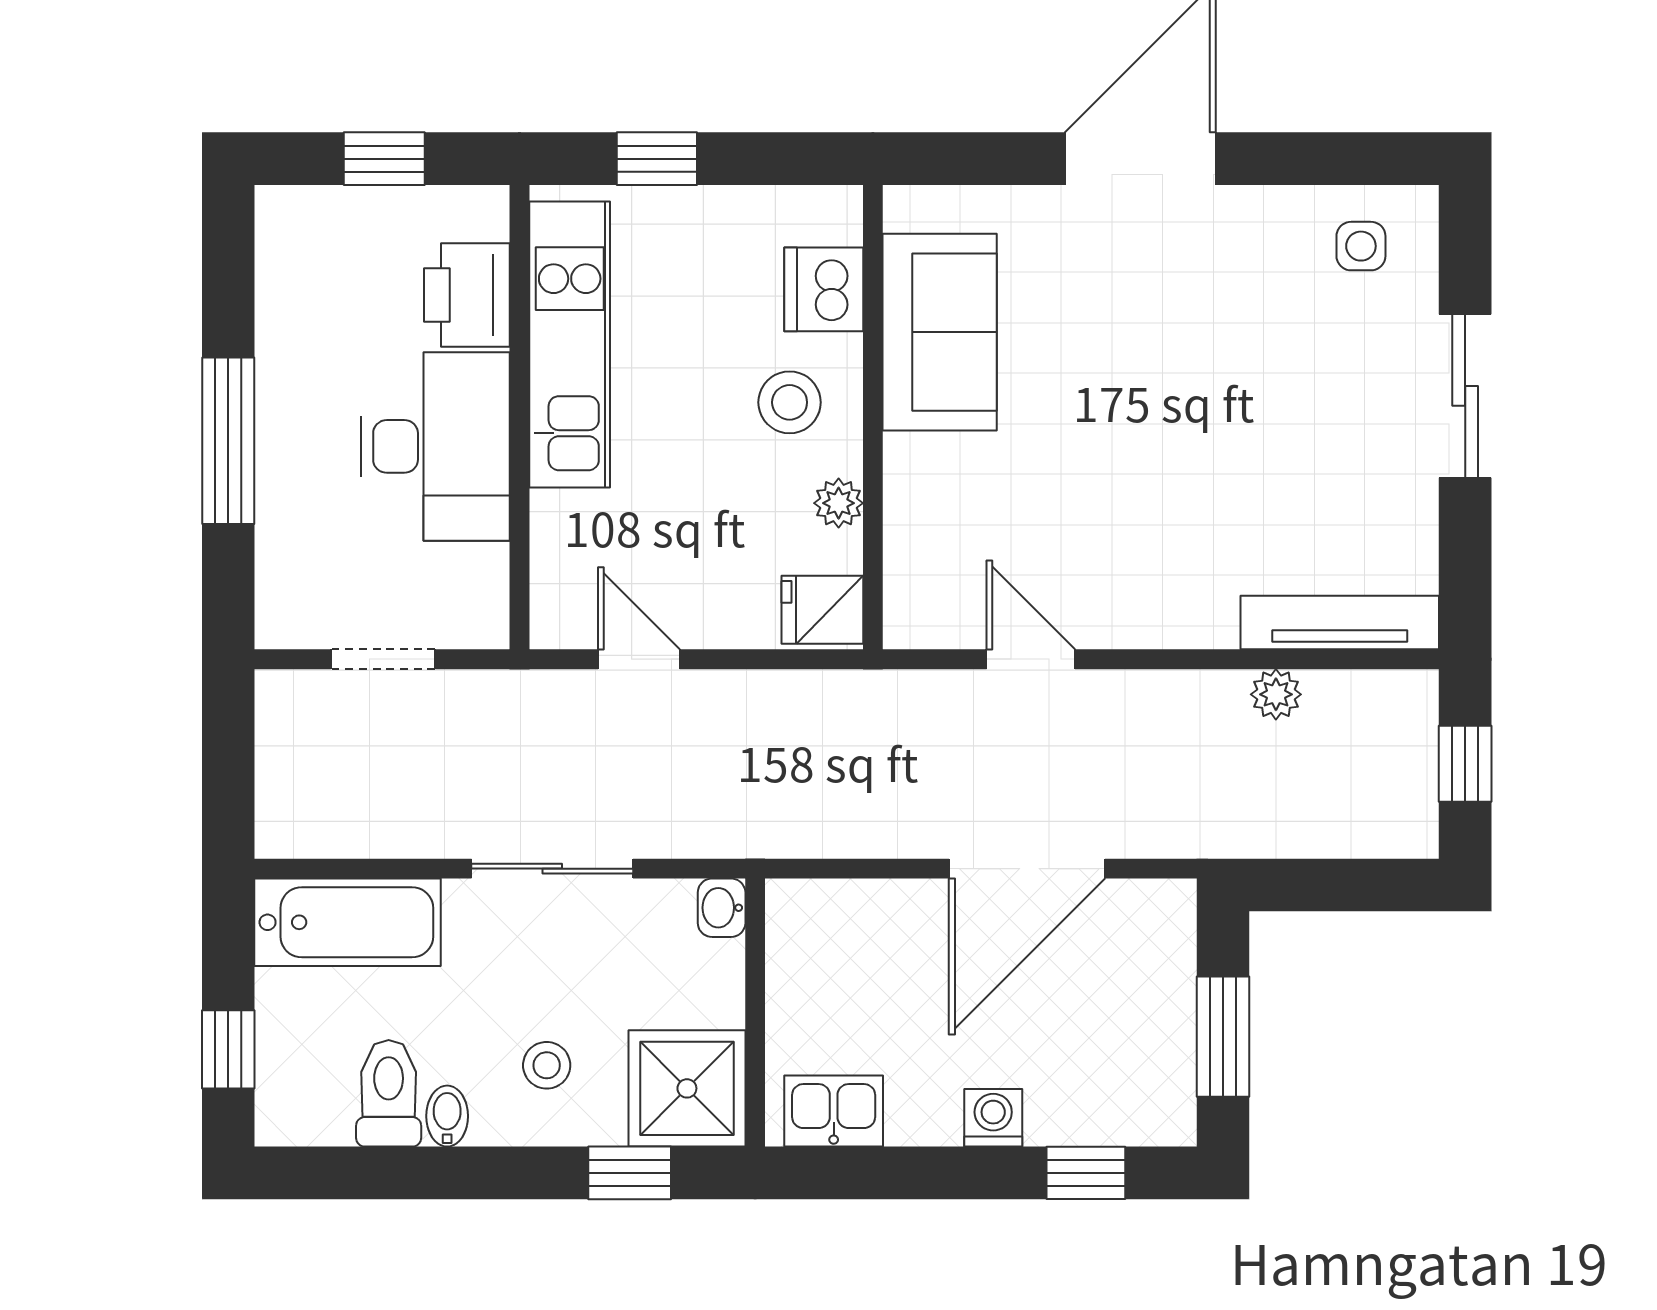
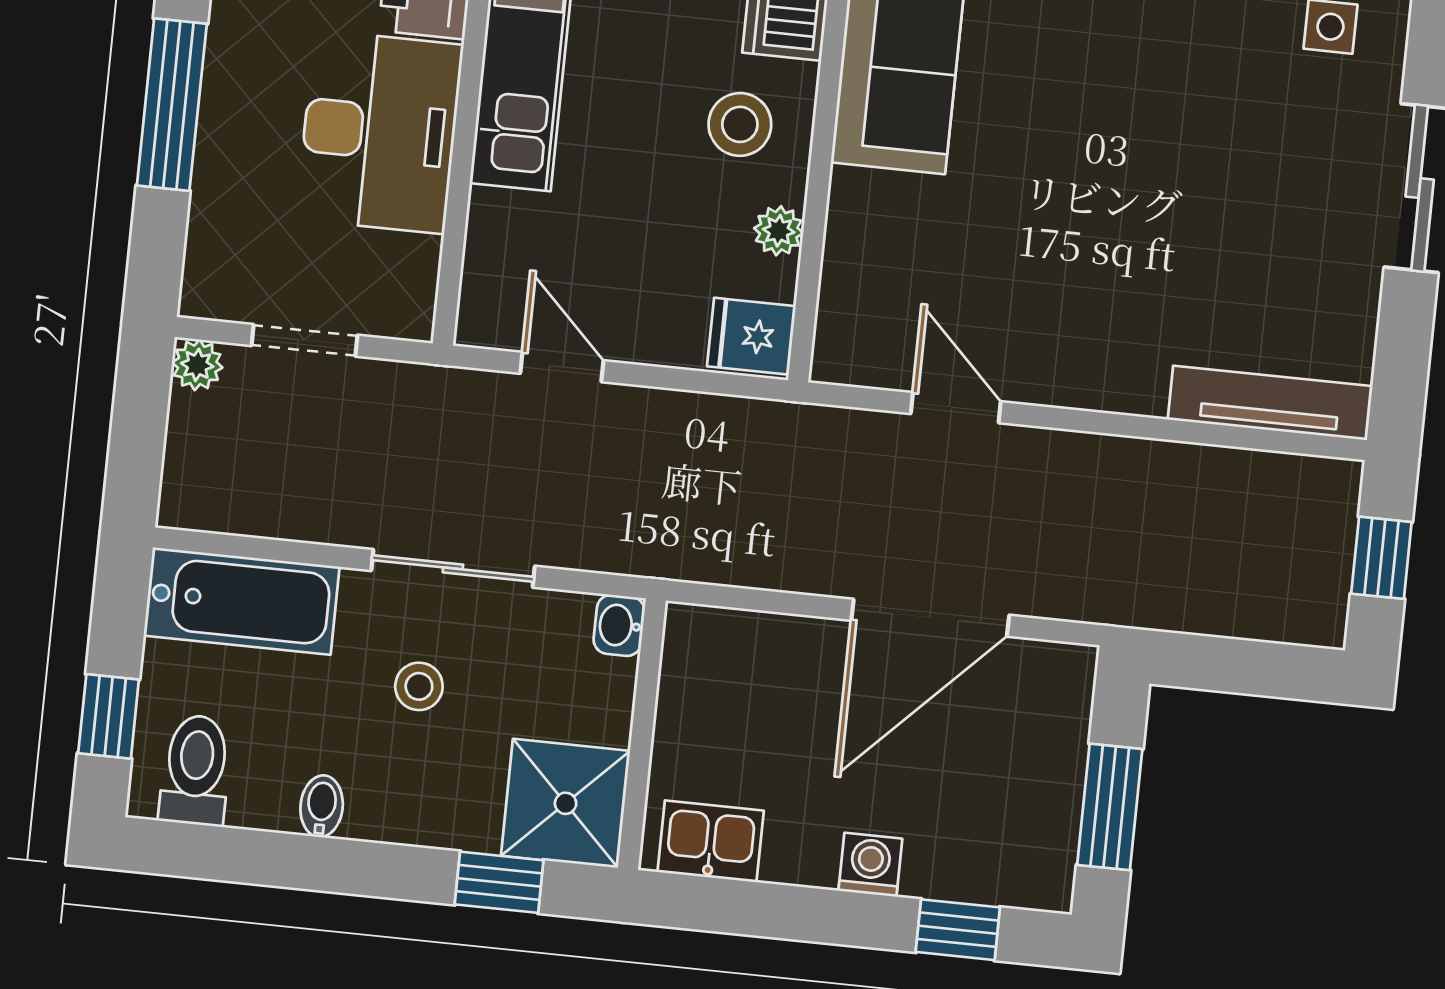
plant: (1276, 694) -> (197, 365), moved
stool: (547, 1065) -> (419, 686), moved
toilet: (389, 1093) -> (196, 770), moved

